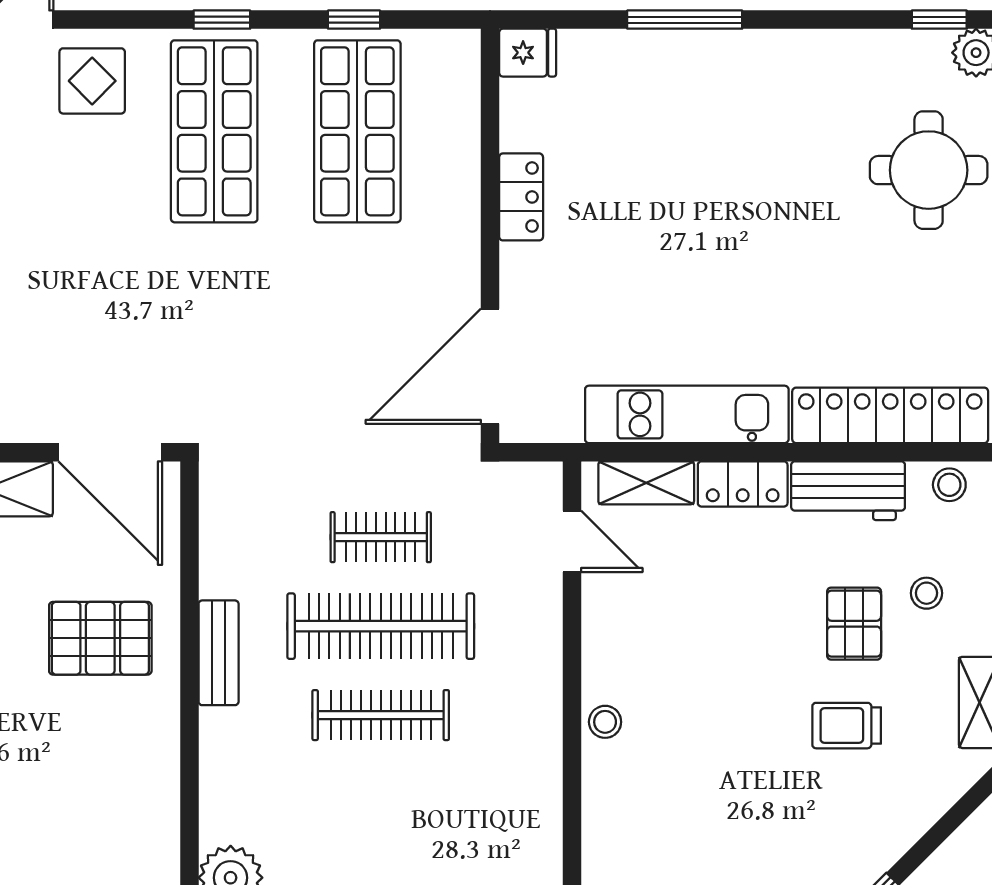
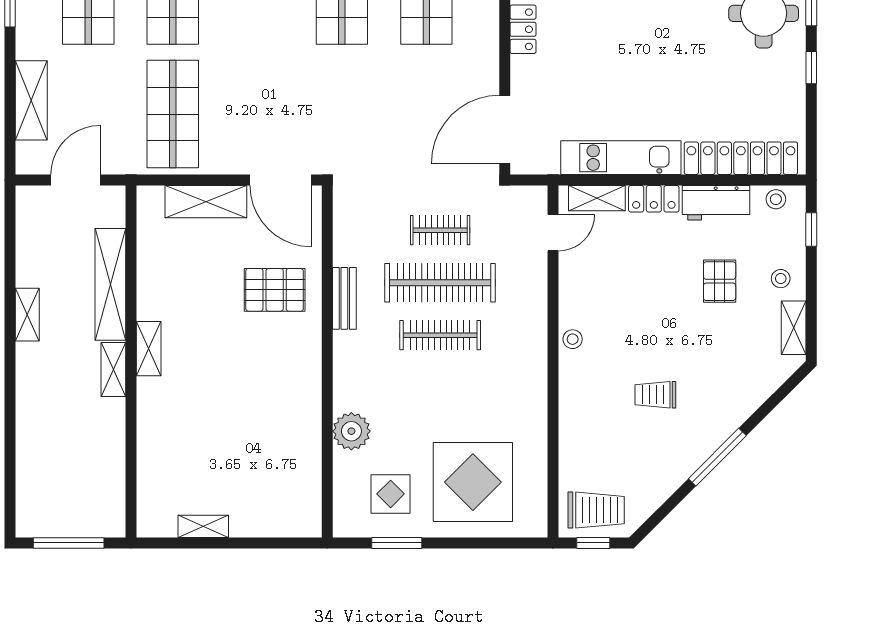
door: (572, 541) -> (553, 233), hinge flipped
stool: (927, 593) -> (781, 279), moved
trolley: (847, 726) -> (655, 395), moved

